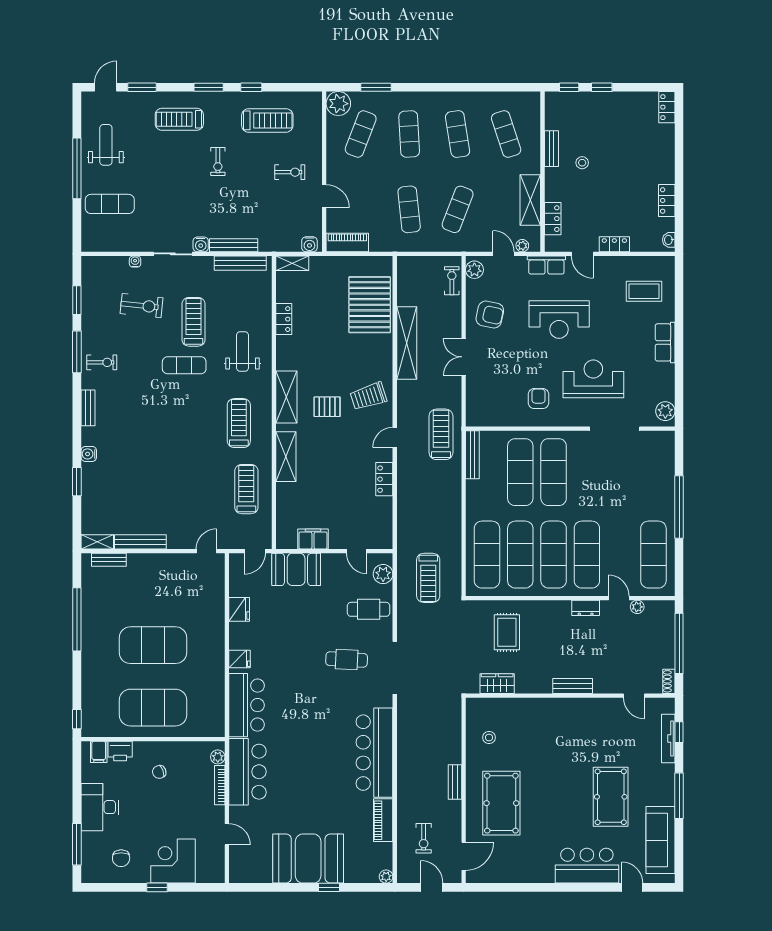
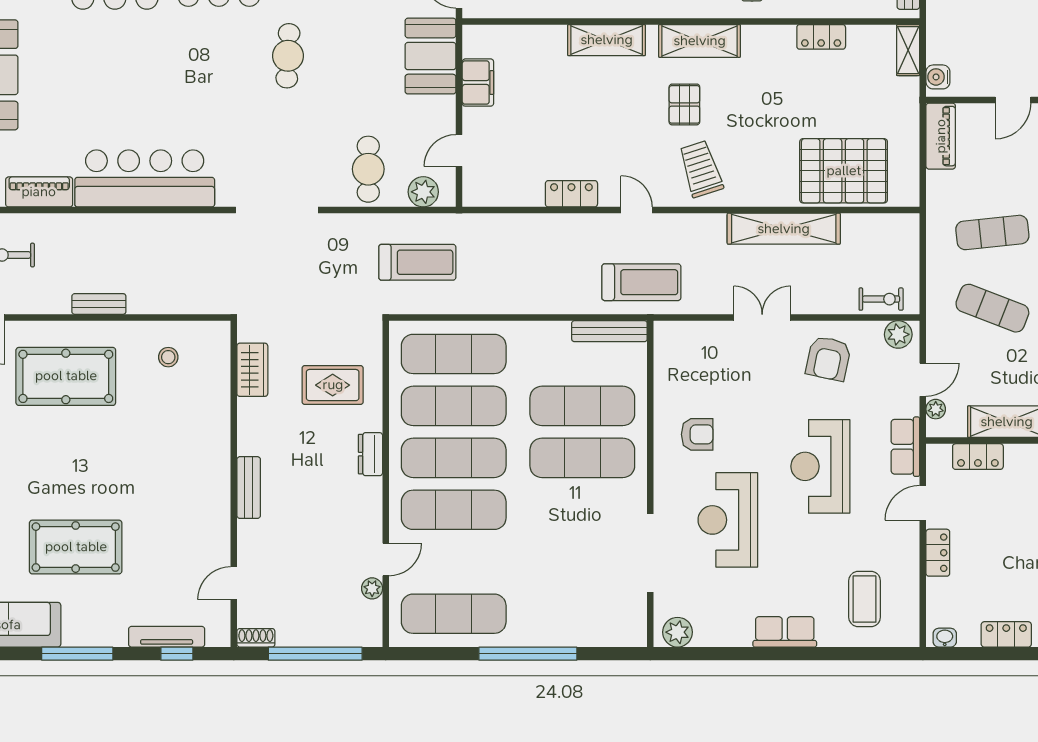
reception desk: (593, 379) -> (728, 520), turned 180
treadmill: (428, 578) -> (417, 262), turned 180
dresser: (586, 608) -> (370, 454), moved
cafe table: (347, 660) -> (288, 56), moved

